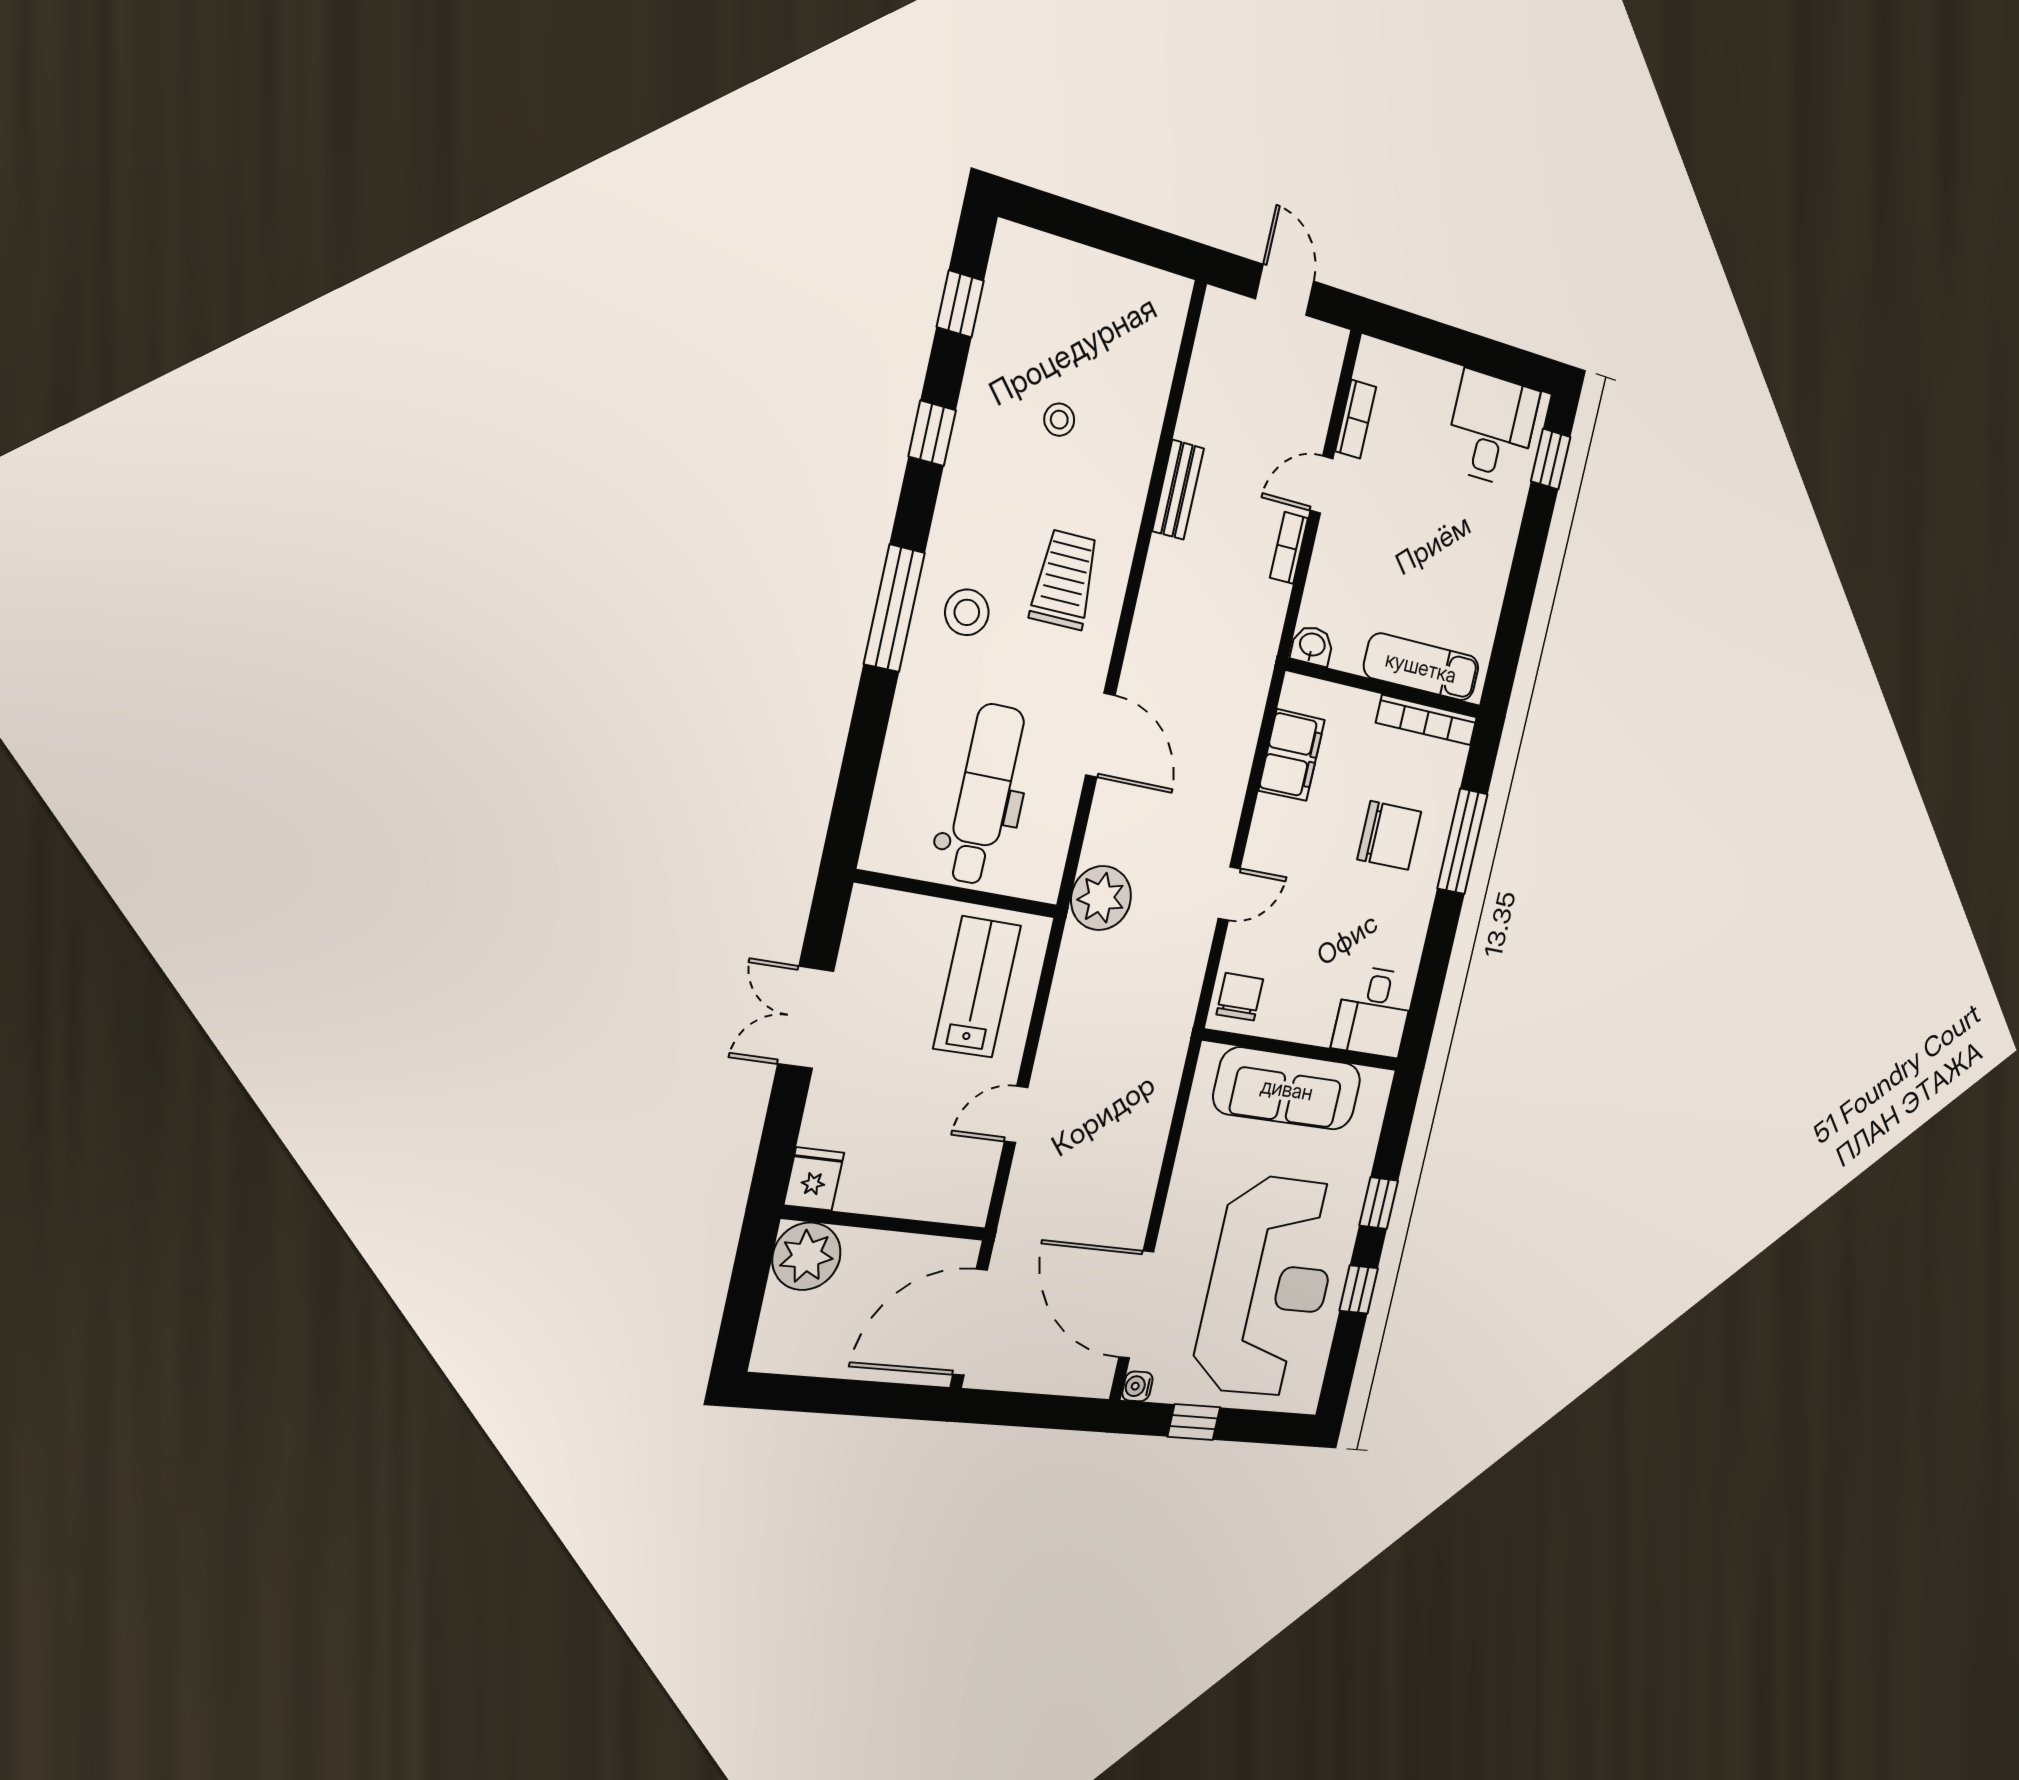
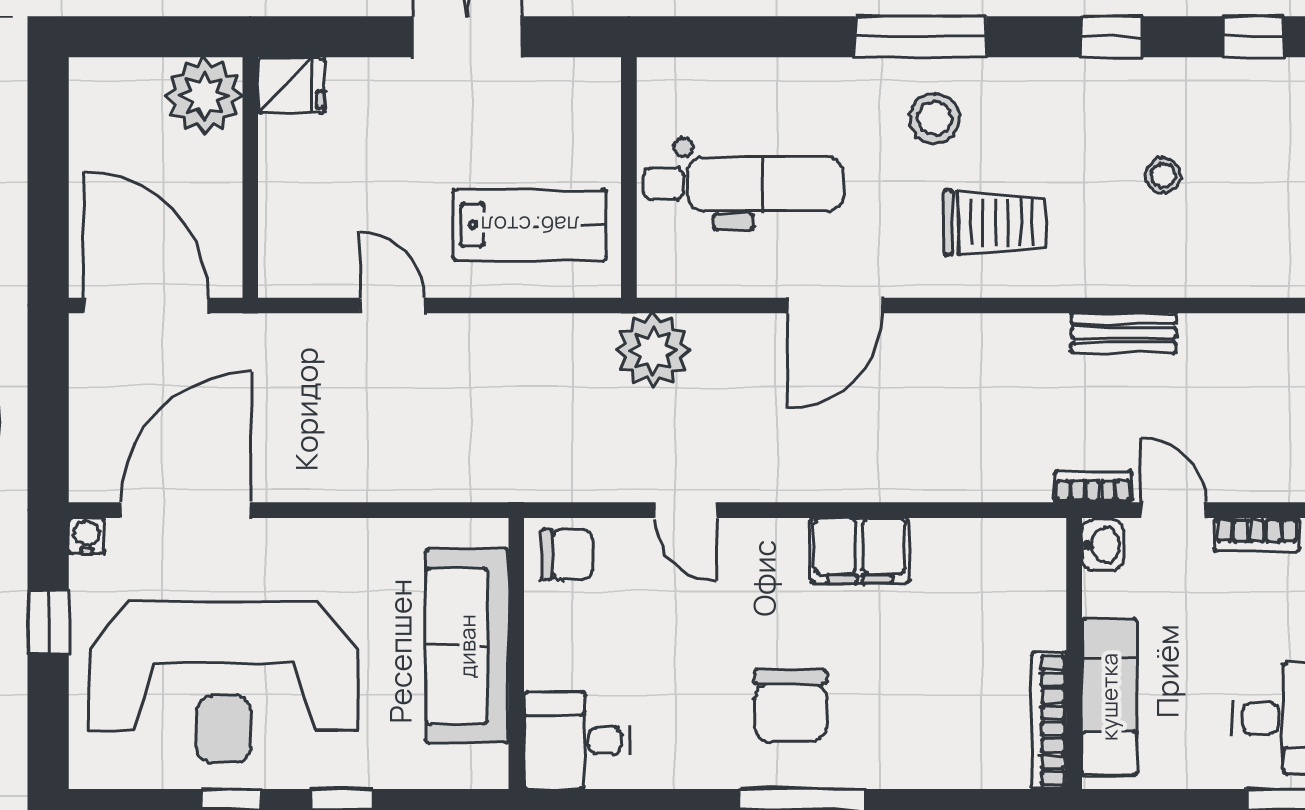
washbasin: (1312, 646) -> (1103, 545), moved
exam couch: (1421, 667) -> (1109, 697), moved
wall: (1384, 688) -> (1074, 653), moved
bookcase: (1427, 720) -> (1049, 721), moved

